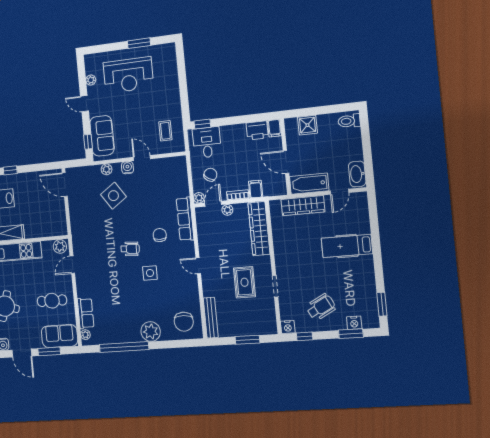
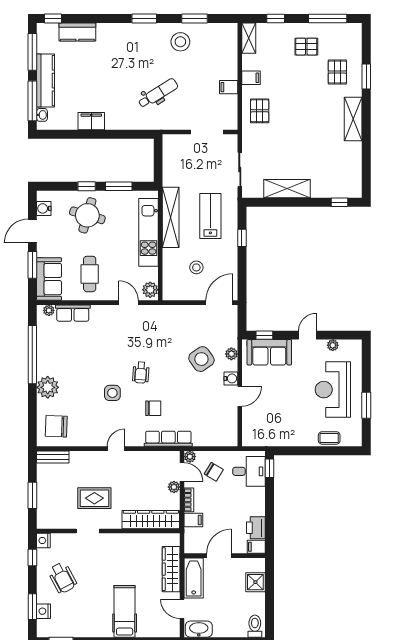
coffee table: (165, 131) -> (329, 438), moved
stool: (38, 208) -> (196, 267), added
bench: (211, 318) -> (53, 457), width x0.73

